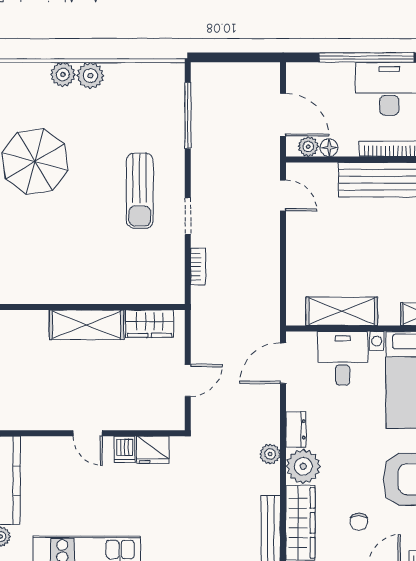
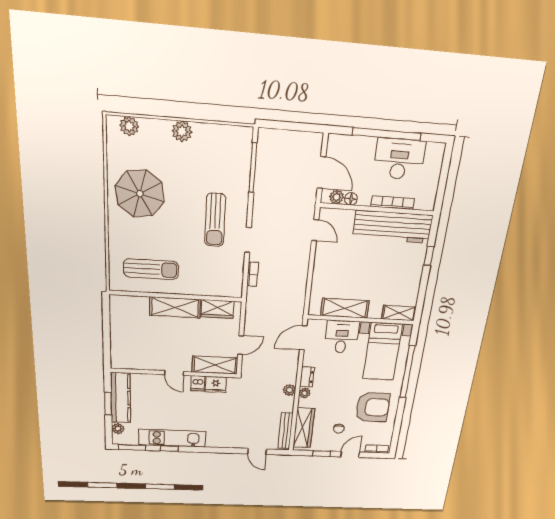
plant: (63, 74) -> (129, 126), moved
sun lounger: (51, 268) -> (151, 269), added
shelving: (150, 416) -> (215, 365), added
plant: (303, 466) -> (305, 393), width x0.53, depth x0.53

